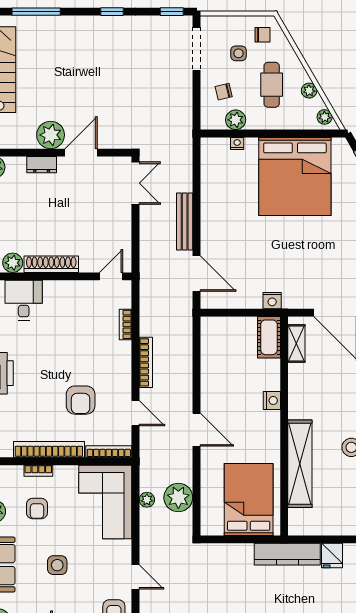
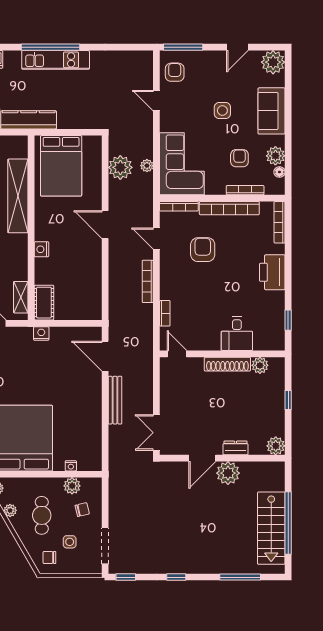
door: (111, 276) -> (177, 354), swing flipped
desk: (24, 300) -> (237, 334), moved
bookcase: (38, 471) -> (245, 190), width x1.56

